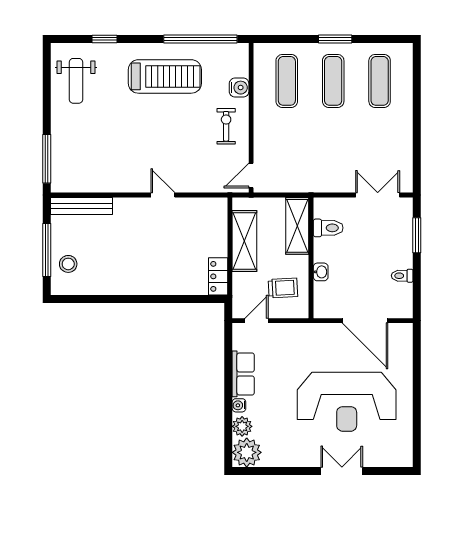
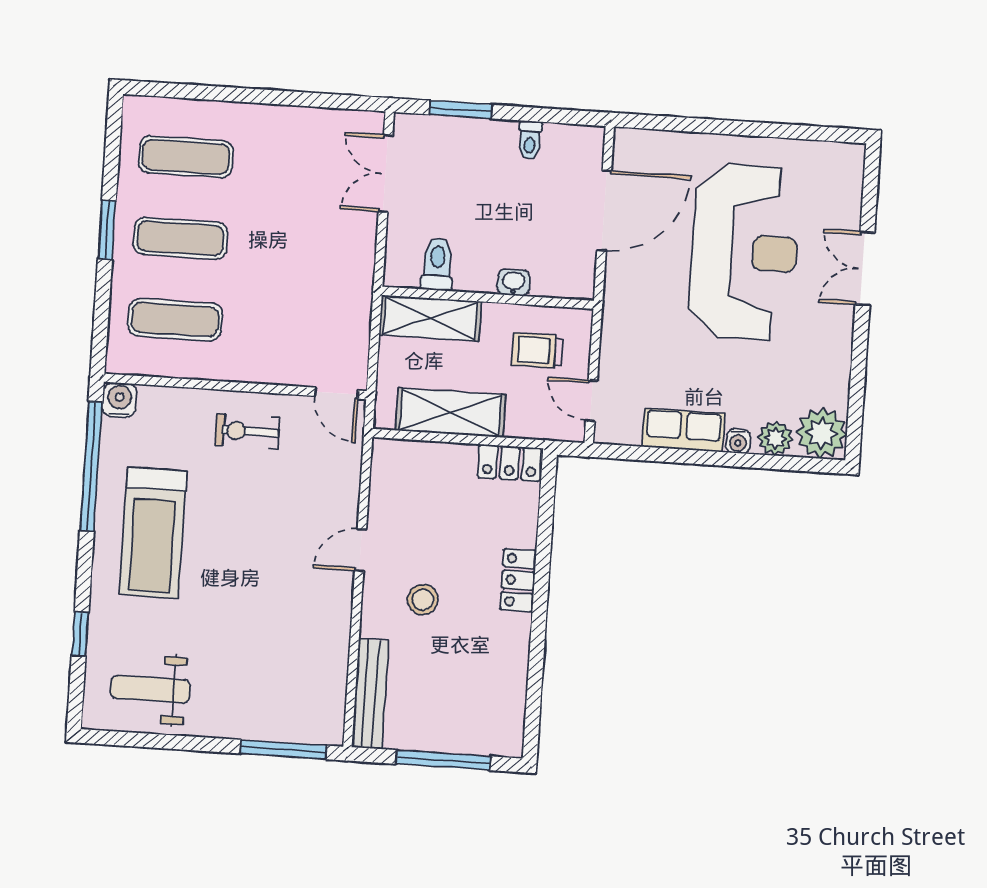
treadmill: (165, 76) -> (153, 533), turned 180
weight bench: (76, 81) -> (150, 689), turned 180
water cooler: (239, 88) -> (120, 400), moved
stool: (68, 264) -> (423, 600), moved
locker: (152, 286) -> (518, 580), added
trolley: (283, 288) -> (537, 351), turned -87

